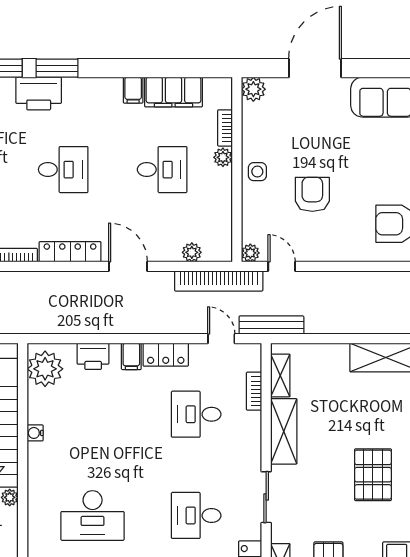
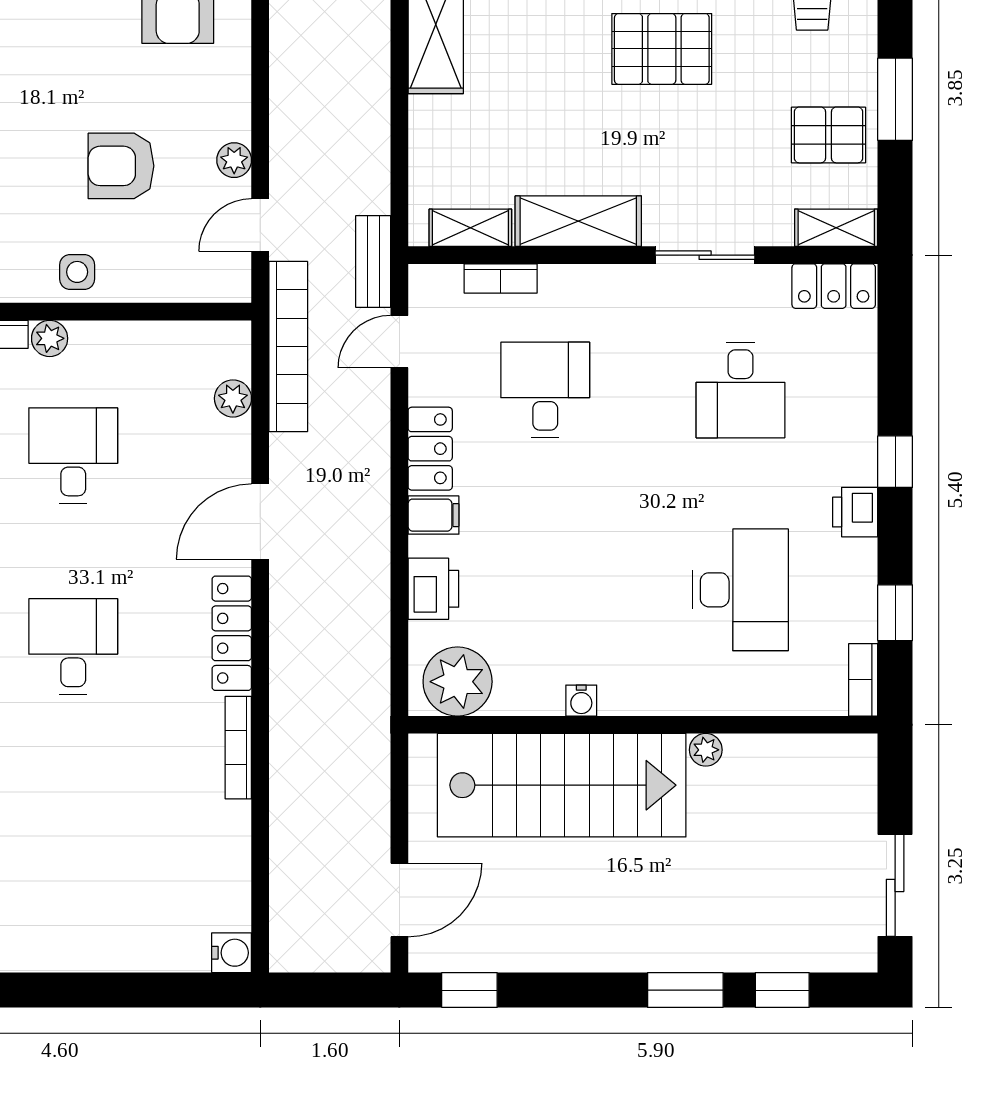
plant: (250, 253) -> (234, 160), moved
bench: (271, 325) -> (373, 262), width x0.73
desk: (196, 414) -> (545, 390), turned 180

